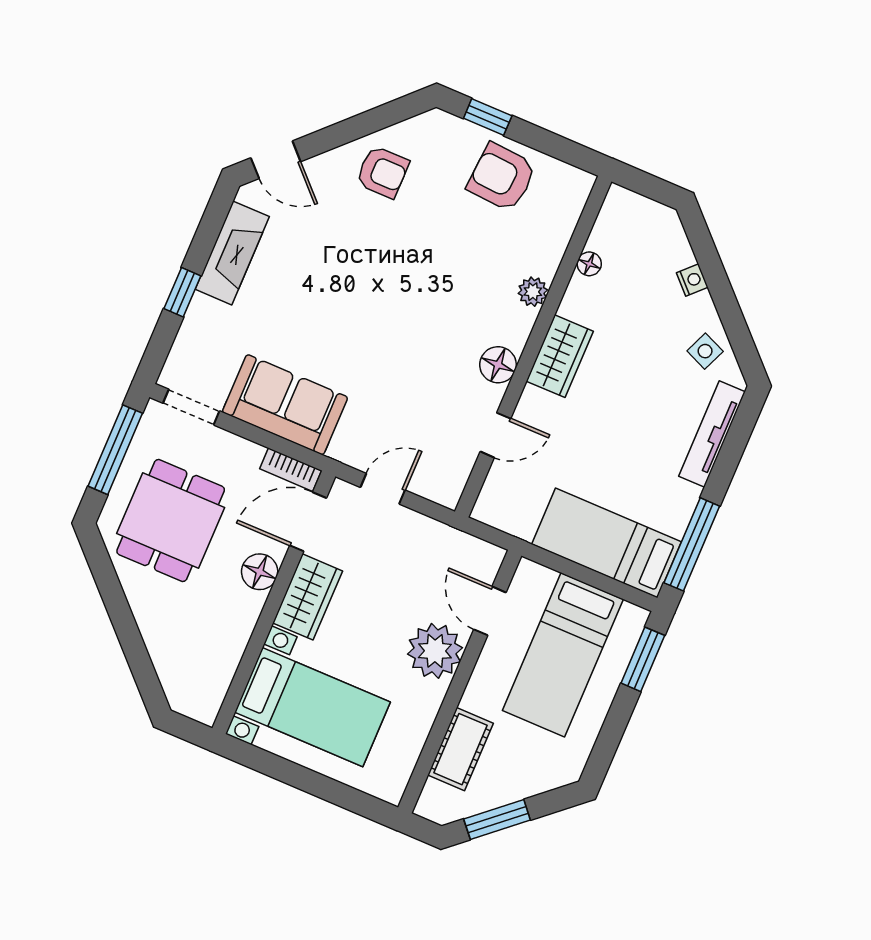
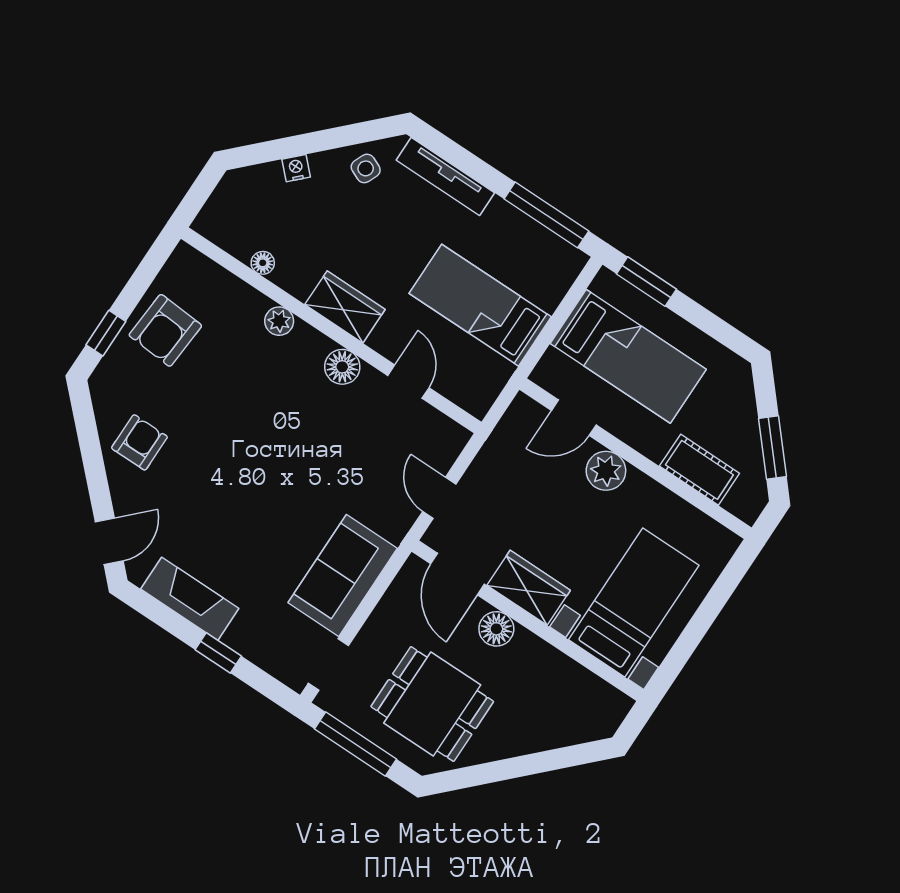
bookcase: (291, 470) -> (405, 582), removed
bed: (607, 543) -> (480, 305), moved, turned 90
plant: (435, 651) -> (606, 471), width x0.73, depth x0.73

